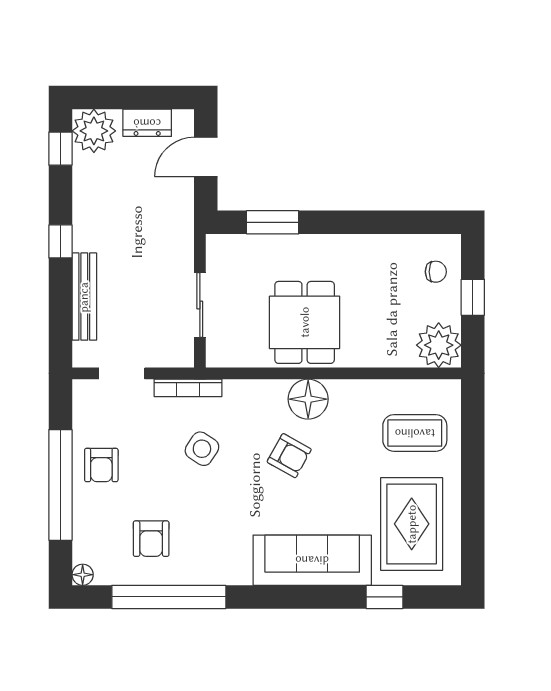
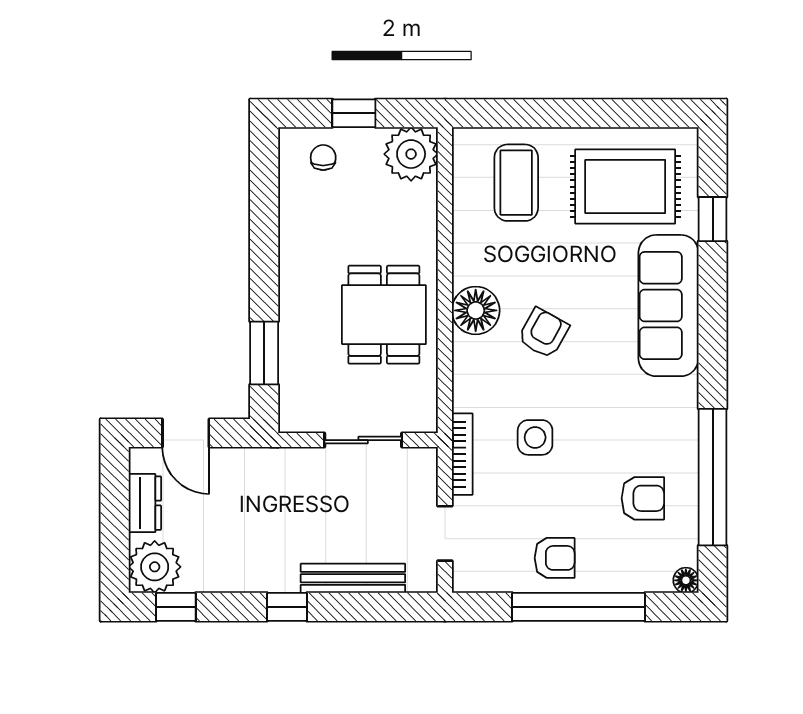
dining table: (305, 322) -> (384, 315), turned 90
side table: (202, 449) -> (535, 437), turned -33

